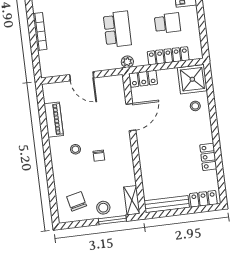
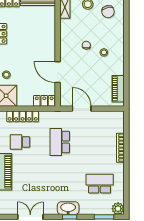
plant: (127, 62) -> (55, 116), removed
door: (82, 76) -> (82, 109), moved
door: (131, 117) -> (58, 72), hinge flipped
piano: (54, 120) -> (118, 89), moved

